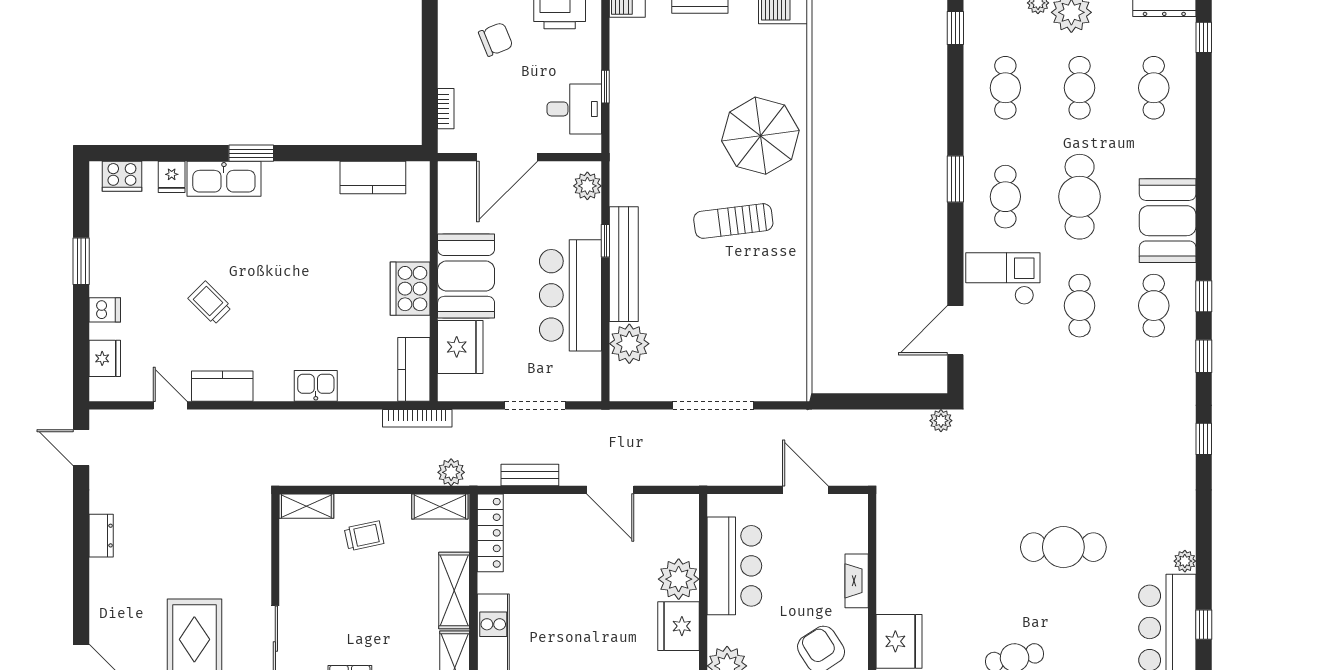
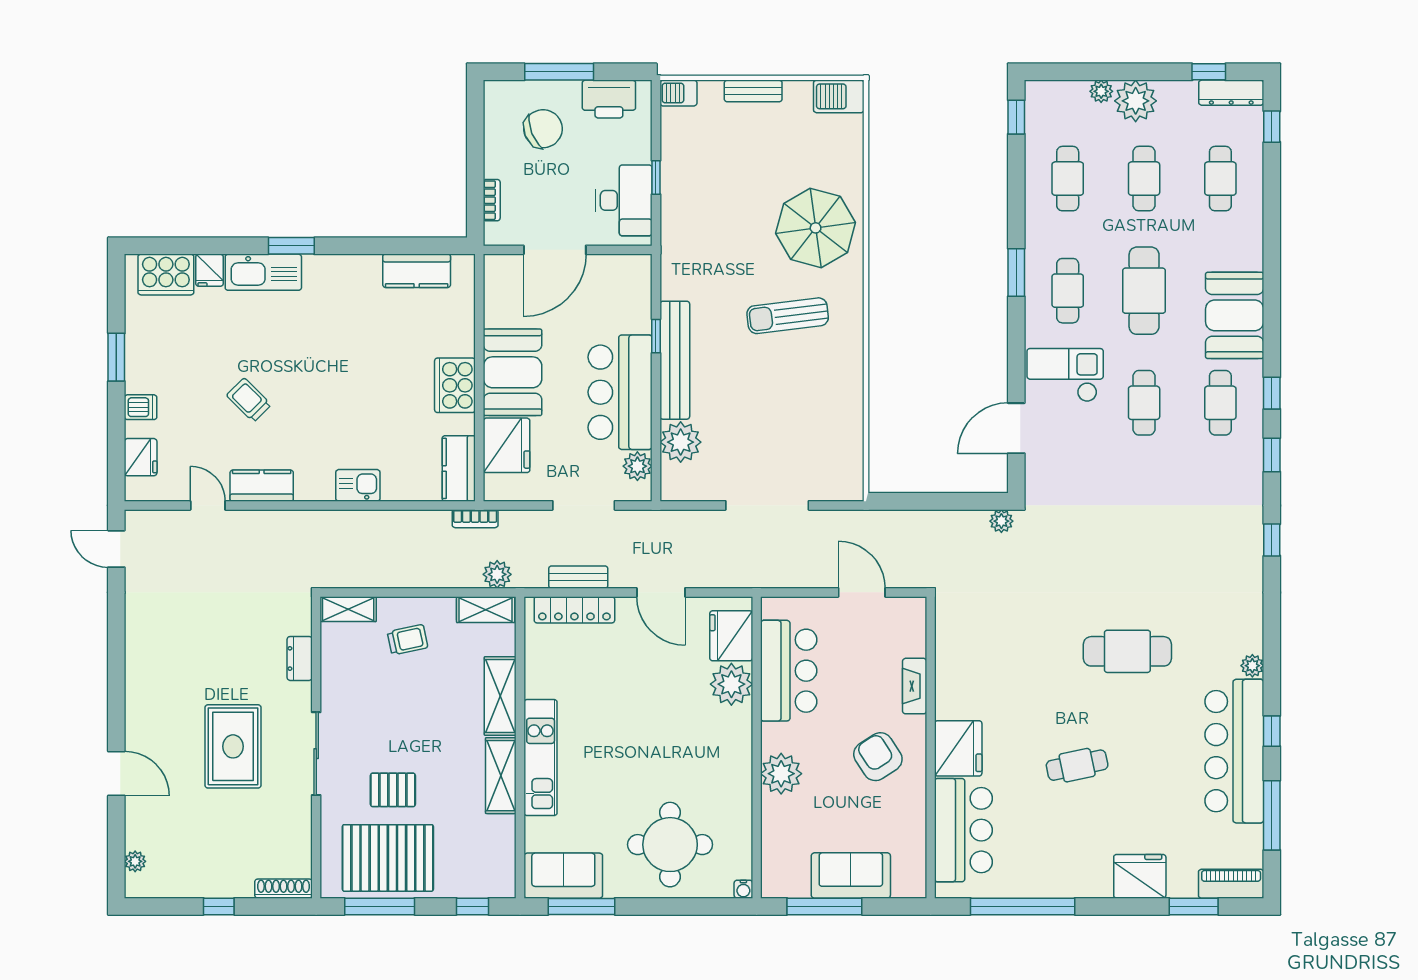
chair: (496, 39) -> (543, 129), width x1.37, depth x1.37
desk: (574, 109) -> (624, 200), width x1.37
cooker: (122, 176) -> (166, 274), width x1.37, depth x1.31
plant: (587, 186) -> (637, 466), moved
bookcase: (417, 418) -> (475, 519), width x0.64
locker: (490, 533) -> (574, 610), moved, turned 90
dresser: (101, 536) -> (300, 658), moved, turned 180
fridge: (678, 626) -> (731, 636), moved

